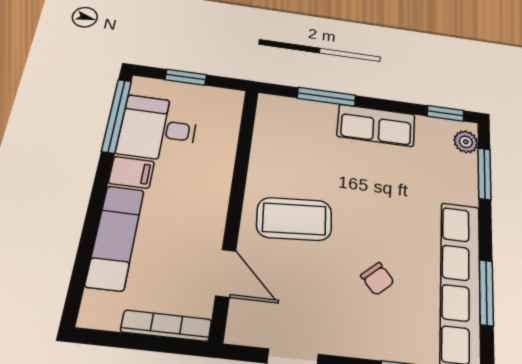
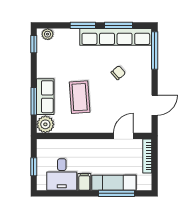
plant: (275, 112) -> (45, 124), added
window: (117, 116) -> (117, 193), moved
row of seats: (376, 125) -> (45, 97), moved
window: (484, 174) -> (83, 25), moved
coffee table: (294, 219) -> (80, 97), moved

